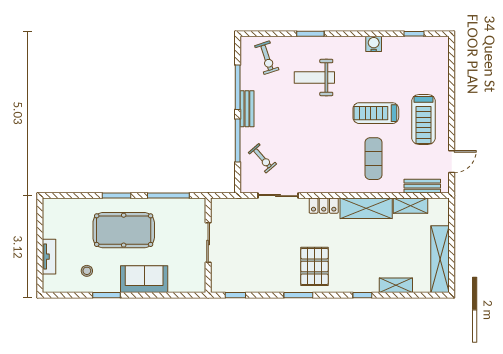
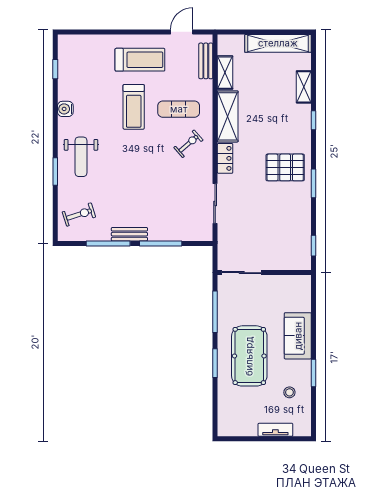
weight bench: (314, 77) -> (81, 157), moved
exercise bike: (262, 158) -> (188, 144), moved
door: (452, 162) -> (182, 32), hinge flipped
sliding door: (208, 243) -> (242, 273), moved

